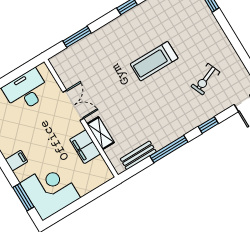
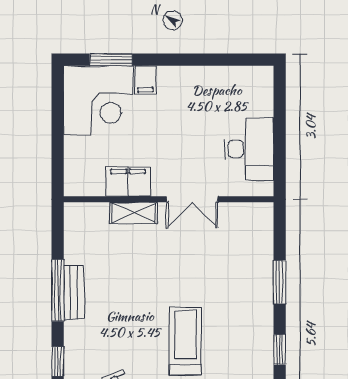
window: (77, 37) -> (280, 282), moved
bench: (138, 155) -> (74, 292), moved
filing cabinet: (16, 161) -> (145, 80), moved

